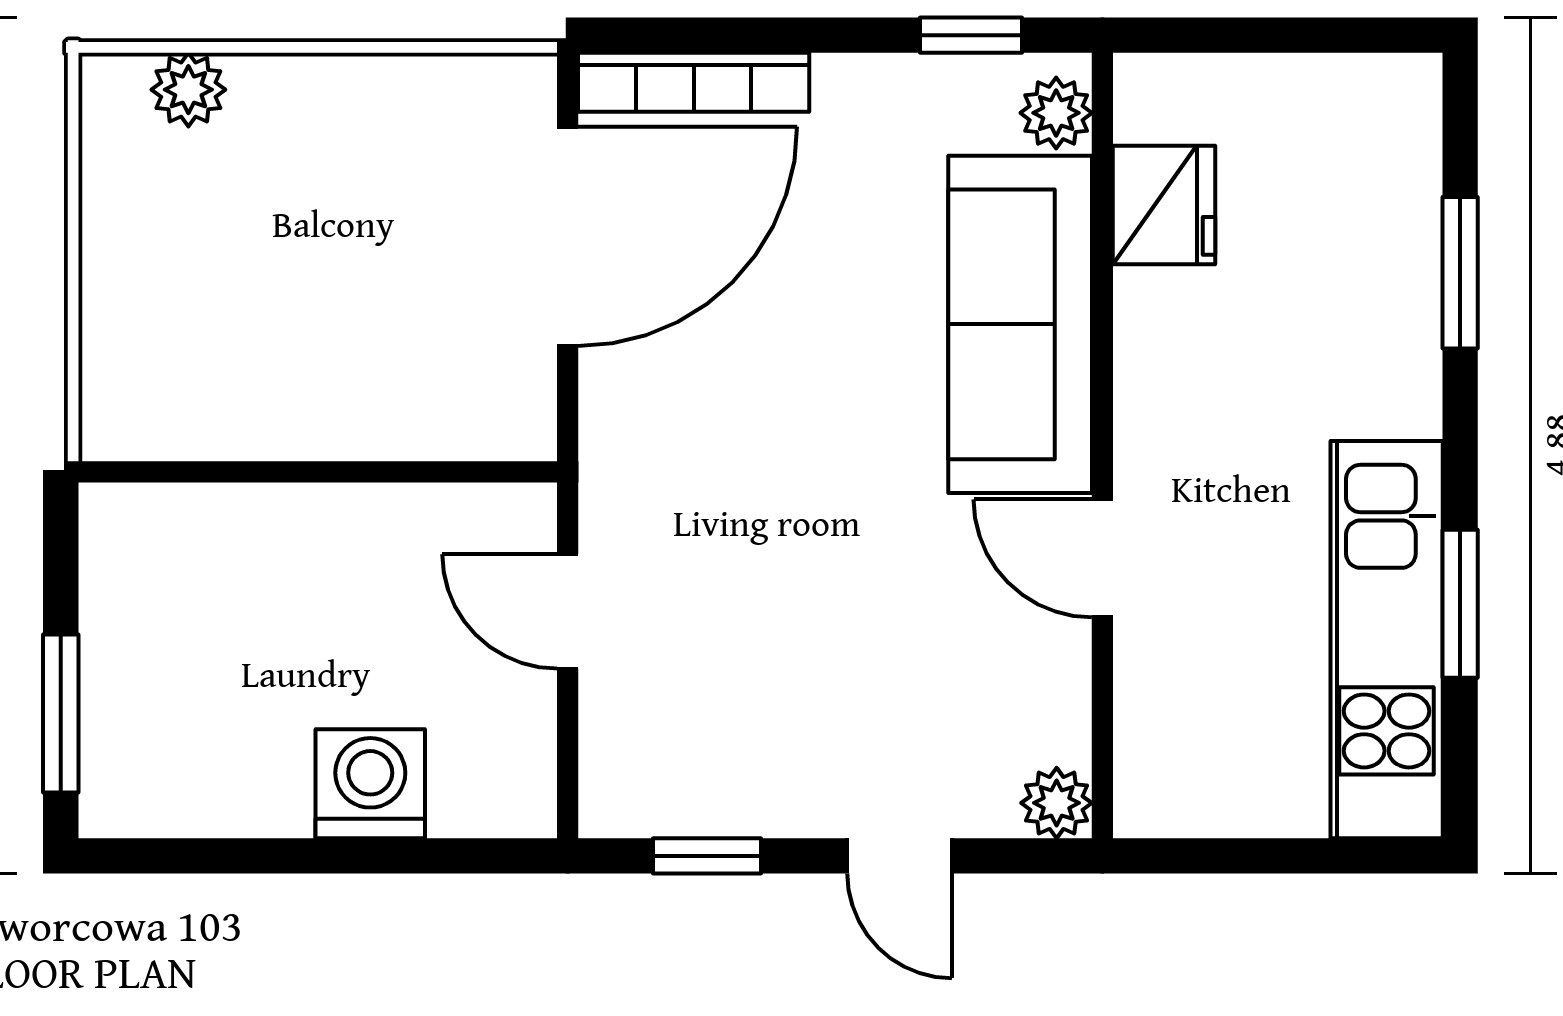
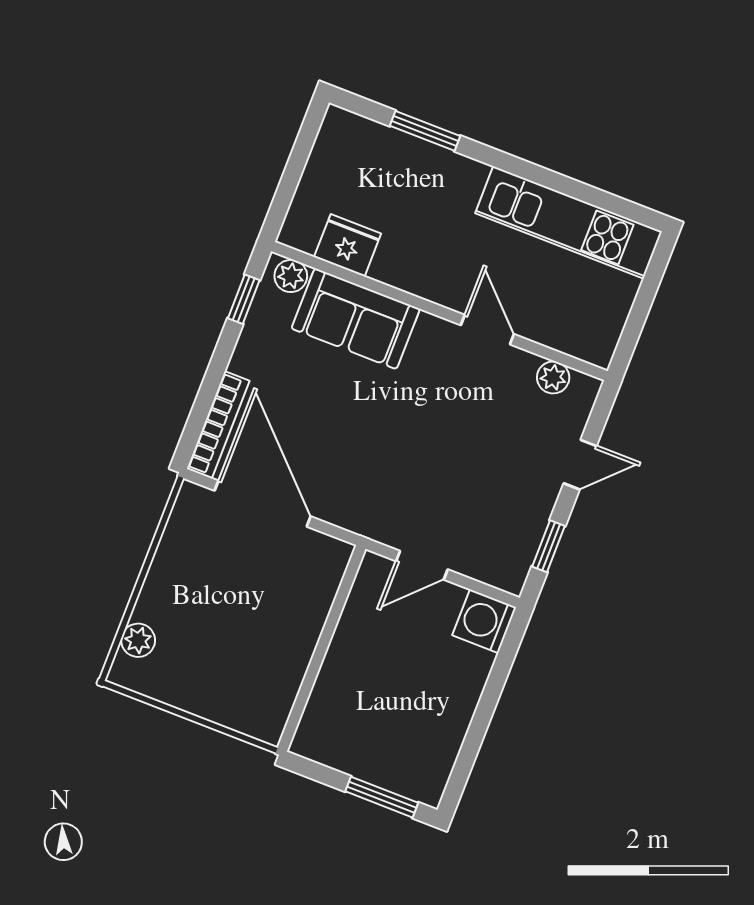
sofa: (1020, 324) -> (356, 319), width x0.73
door: (1102, 558) -> (487, 330), swing flipped
window: (1460, 604) -> (565, 185), removed
washing machine: (370, 784) -> (484, 621), moved
plant: (1057, 803) -> (553, 377), moved

